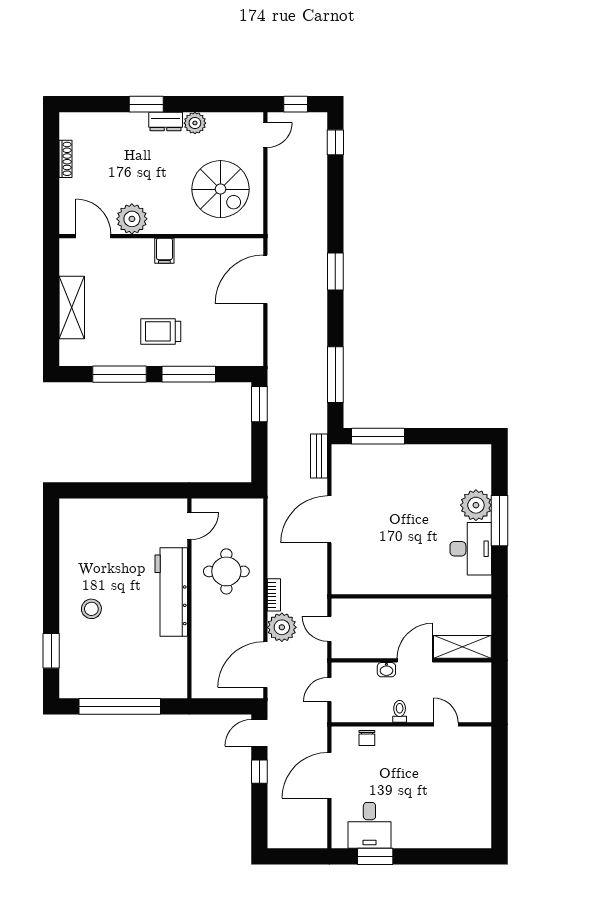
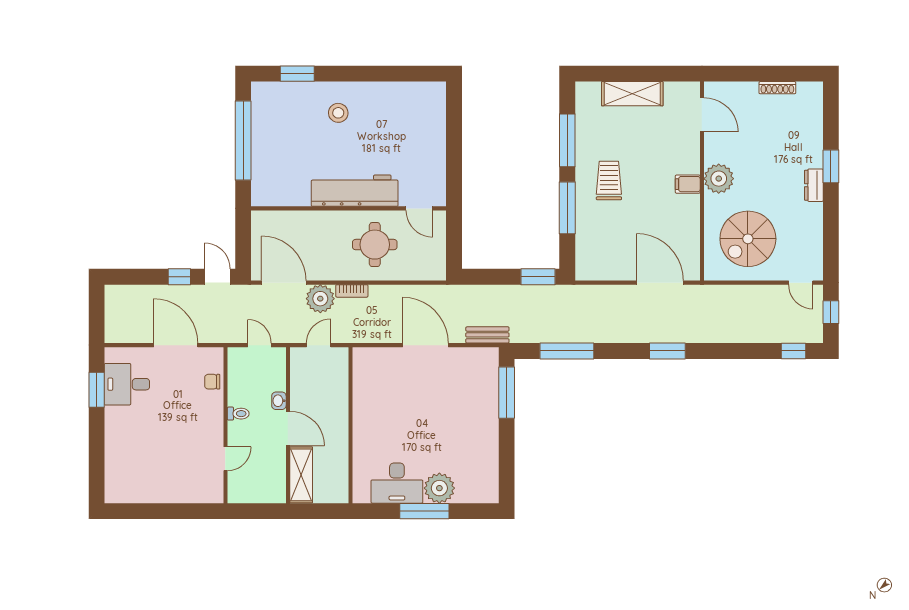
plant: (195, 123) -> (812, 214), removed
plant: (132, 219) -> (719, 179), moved
door: (93, 236) -> (702, 115), hinge flipped

